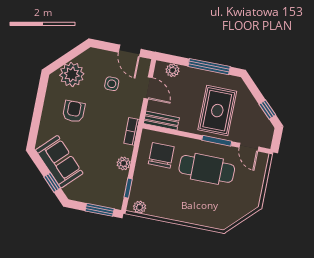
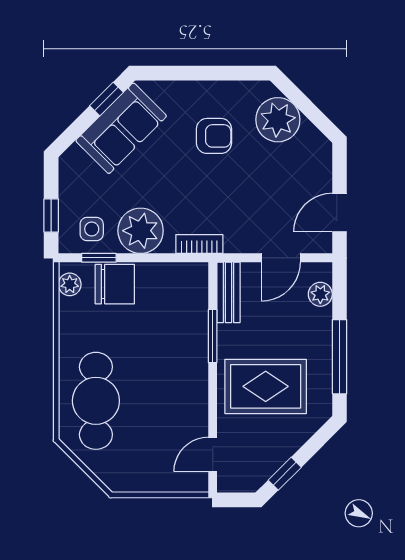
side table: (112, 84) -> (92, 229), moved
window: (217, 141) -> (213, 336), moved
chair: (161, 155) -> (115, 284), moved
plant: (124, 163) -> (141, 231), width x1.87, depth x1.87
cafe table: (207, 169) -> (96, 401), moved
window: (52, 182) -> (106, 99), moved
window: (100, 210) -> (51, 215), width x0.67

